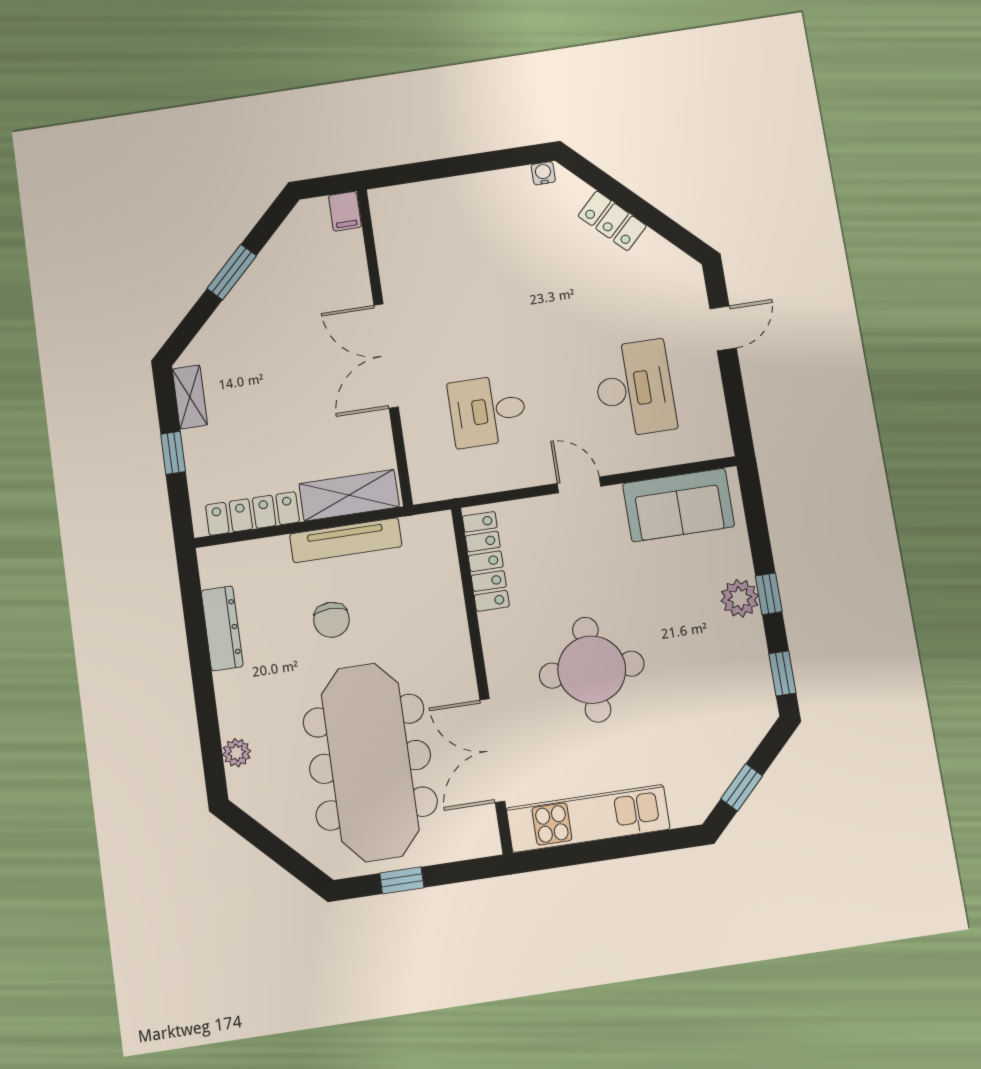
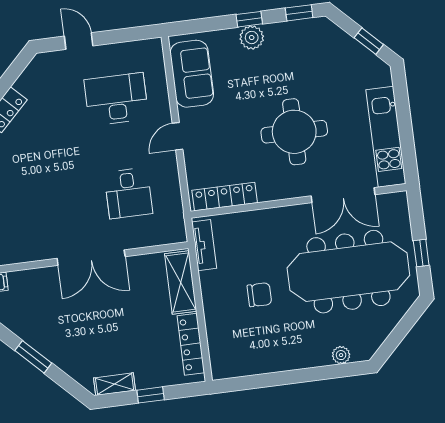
tv unit: (346, 540) -> (204, 245), moved, width x0.71
dresser: (222, 628) -> (263, 364), removed

